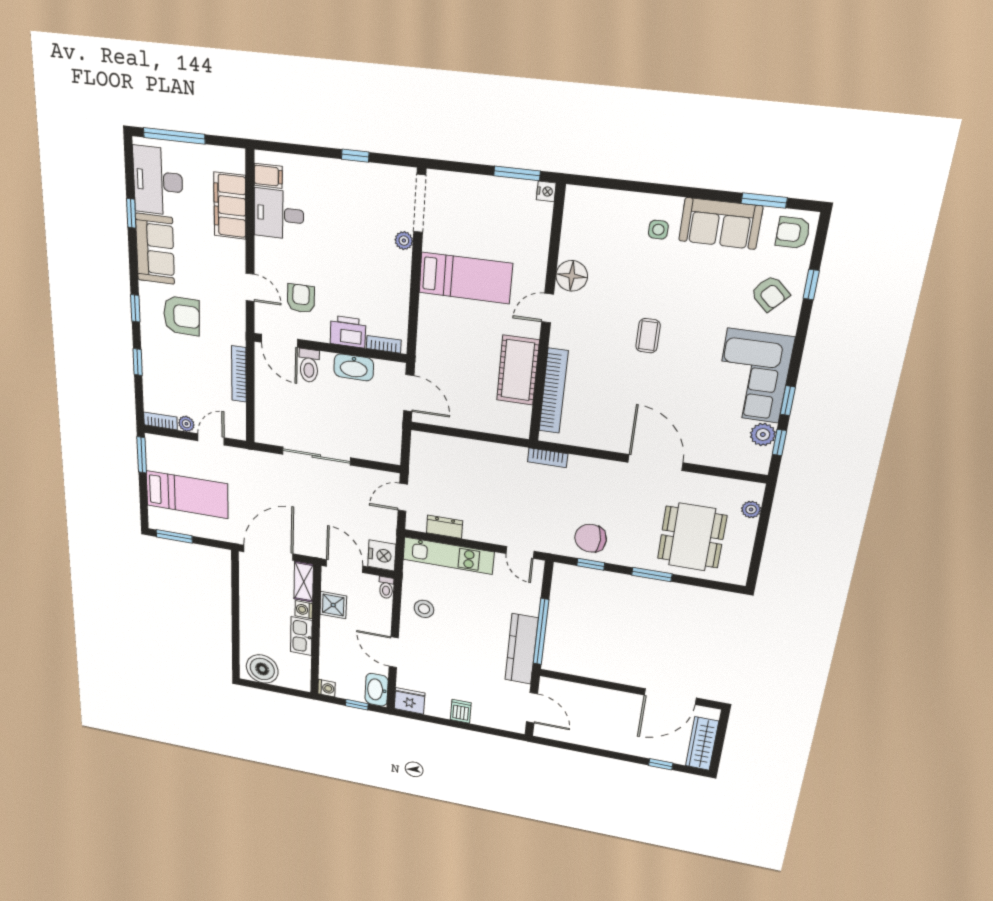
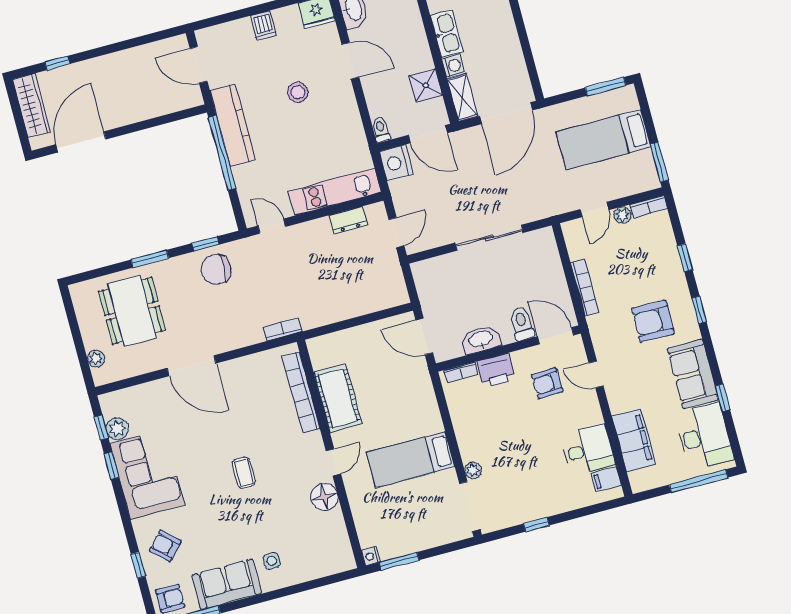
armchair: (301, 298) -> (547, 383), turned 88
chair: (591, 538) -> (216, 269), turned 180
stool: (424, 609) -> (298, 92), moved

